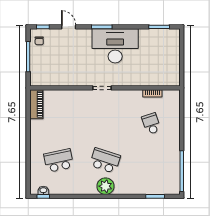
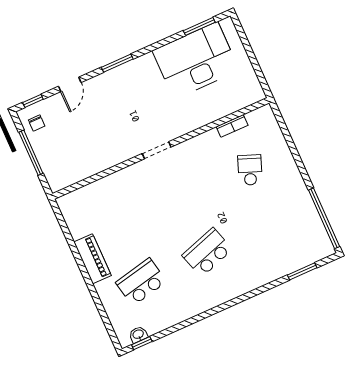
door: (69, 27) -> (70, 84), swing flipped
desk: (115, 46) -> (196, 60), moved
piano: (36, 104) -> (92, 259), moved
school desk: (151, 124) -> (250, 170), turned 39
school desk: (105, 161) -> (207, 252), turned -36
plant: (105, 186) -> (224, 289), removed

